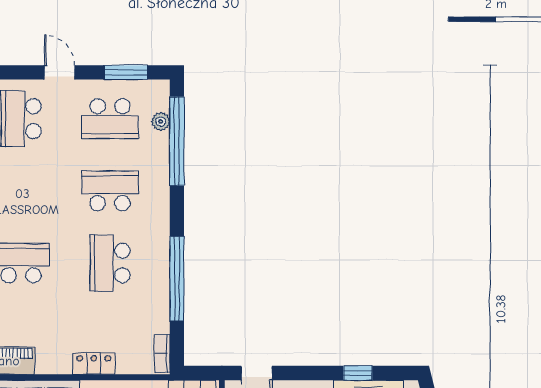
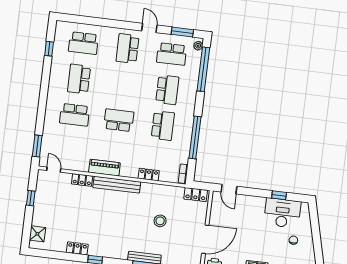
plant: (161, 122) -> (198, 46), moved
school desk: (110, 191) -> (167, 90), turned 90
school desk: (110, 263) -> (163, 126), turned 180

